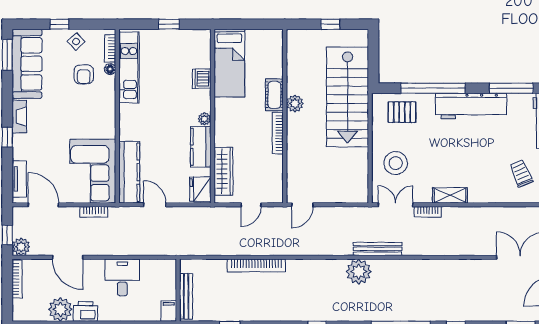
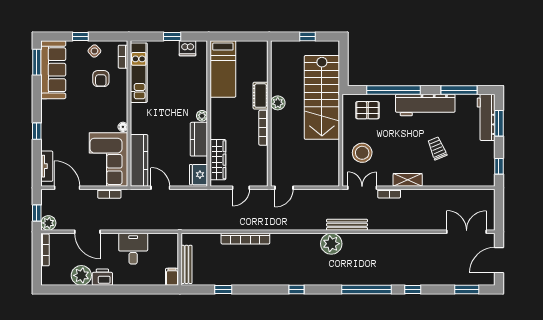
floor lamp: (110, 69) -> (123, 127), moved
dishwasher: (202, 79) -> (188, 48), moved, turned -90
fireplace: (19, 117) -> (47, 114), removed
trolley: (521, 173) -> (437, 148), moved

